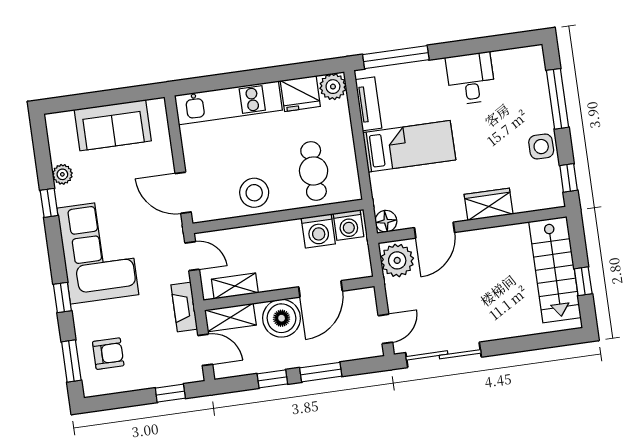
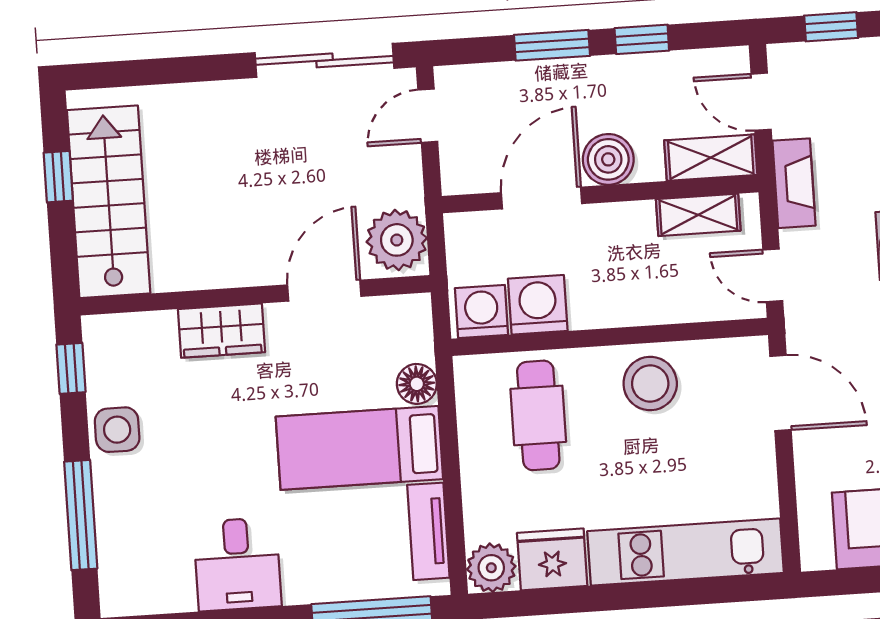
floor lamp: (386, 221) -> (417, 384), moved
boiler: (282, 318) -> (608, 159), width x0.73, depth x0.73

